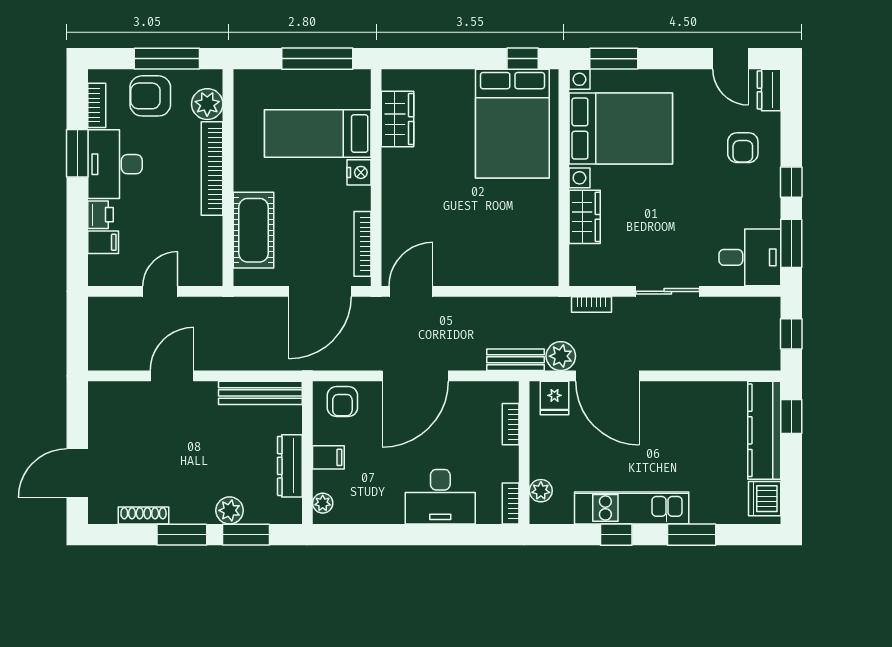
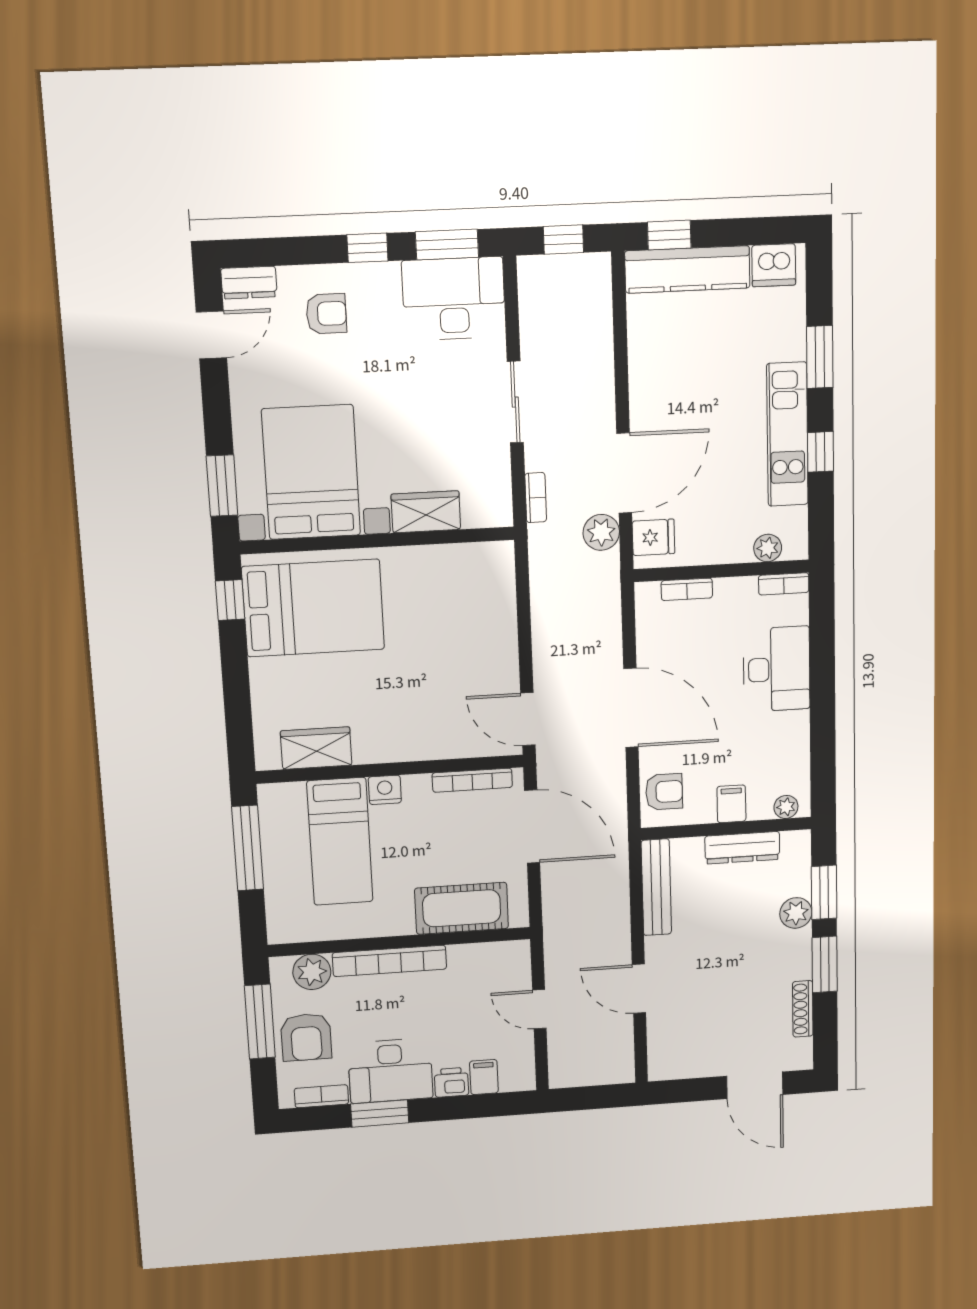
desk: (750, 257) -> (454, 299), width x1.37
bench: (516, 360) -> (607, 588), removed

